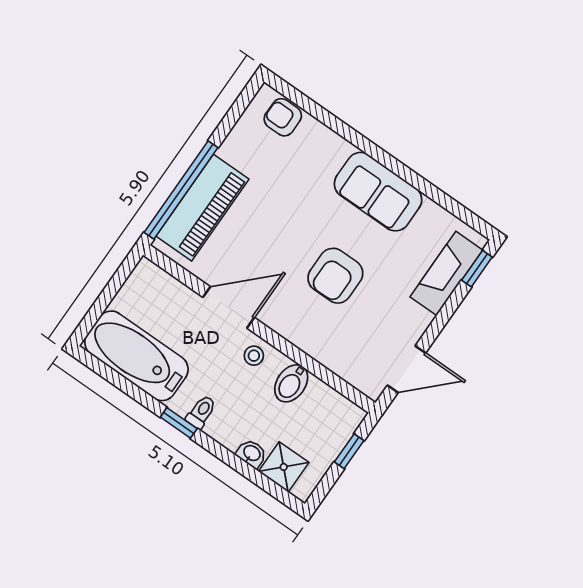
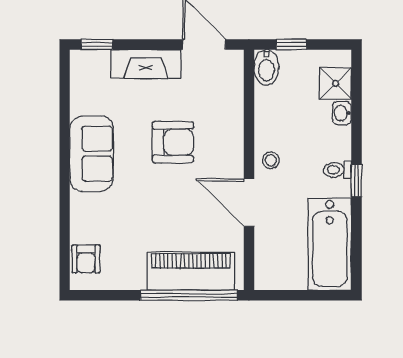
fireplace: (446, 273) -> (146, 64), moved
bidet: (291, 383) -> (266, 67), moved, turned 90

